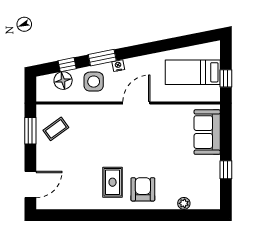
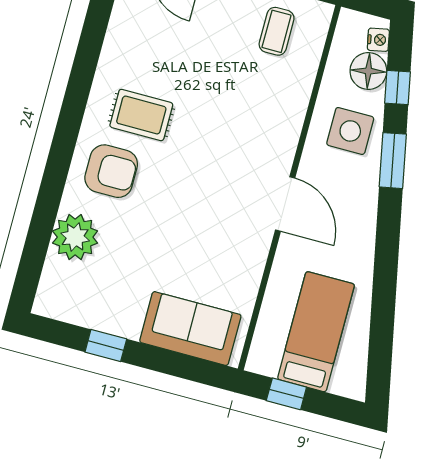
nightstand: (118, 66) -> (378, 40), moved
coffee table: (56, 129) -> (277, 31), turned 36
plant: (184, 203) -> (75, 237), width x1.88, depth x1.88

